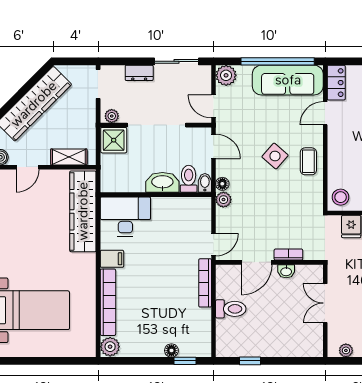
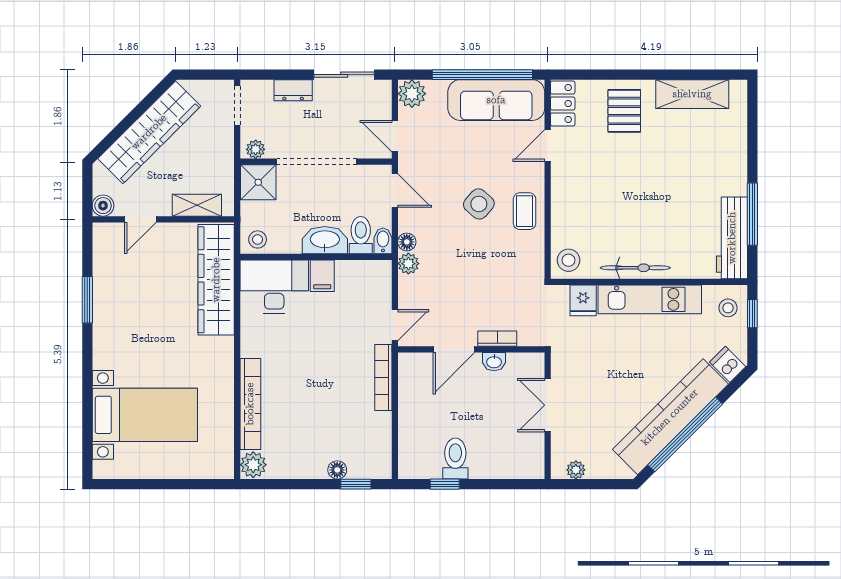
stool: (113, 182) -> (258, 239), added
filing cabinet: (112, 259) -> (322, 276), moved, turned 90
toilet: (231, 309) -> (455, 459), moved, turned -90

